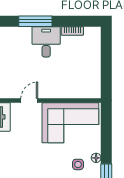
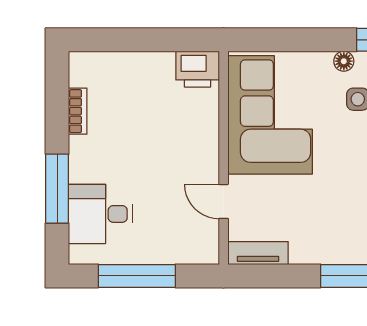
desk: (46, 42) -> (100, 214), moved
printer: (92, 88) -> (198, 69), added

